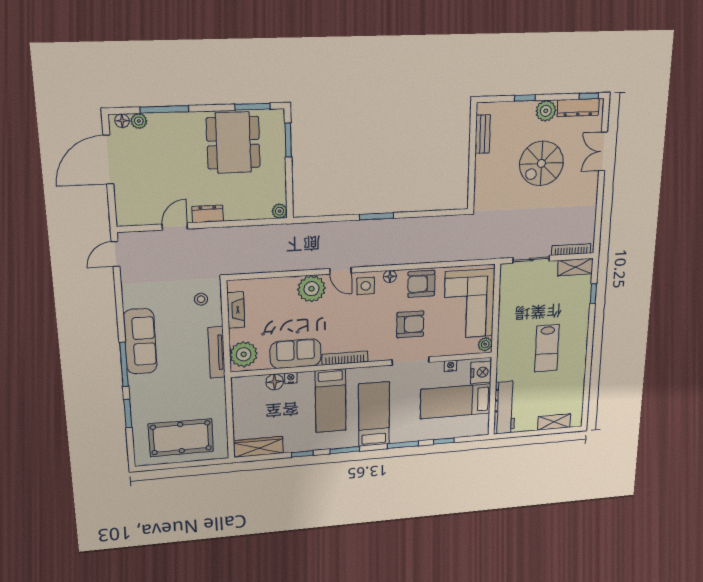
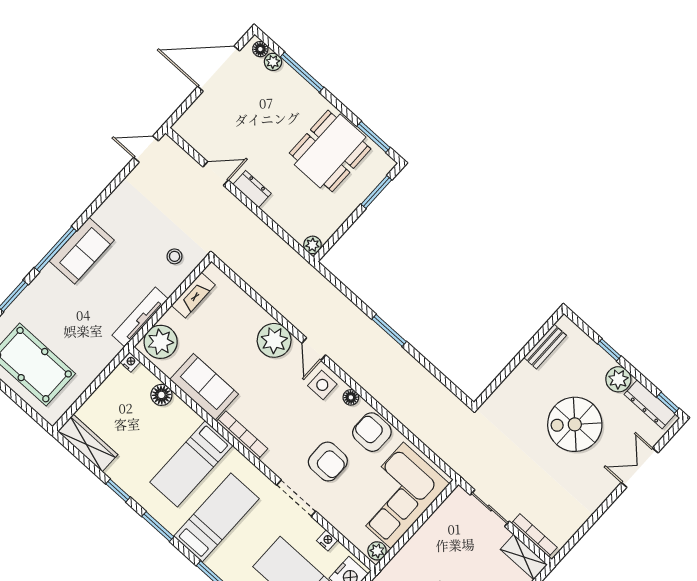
sofa: (140, 341) -> (82, 251), width x0.73
nightstand: (291, 378) -> (130, 362), moved

